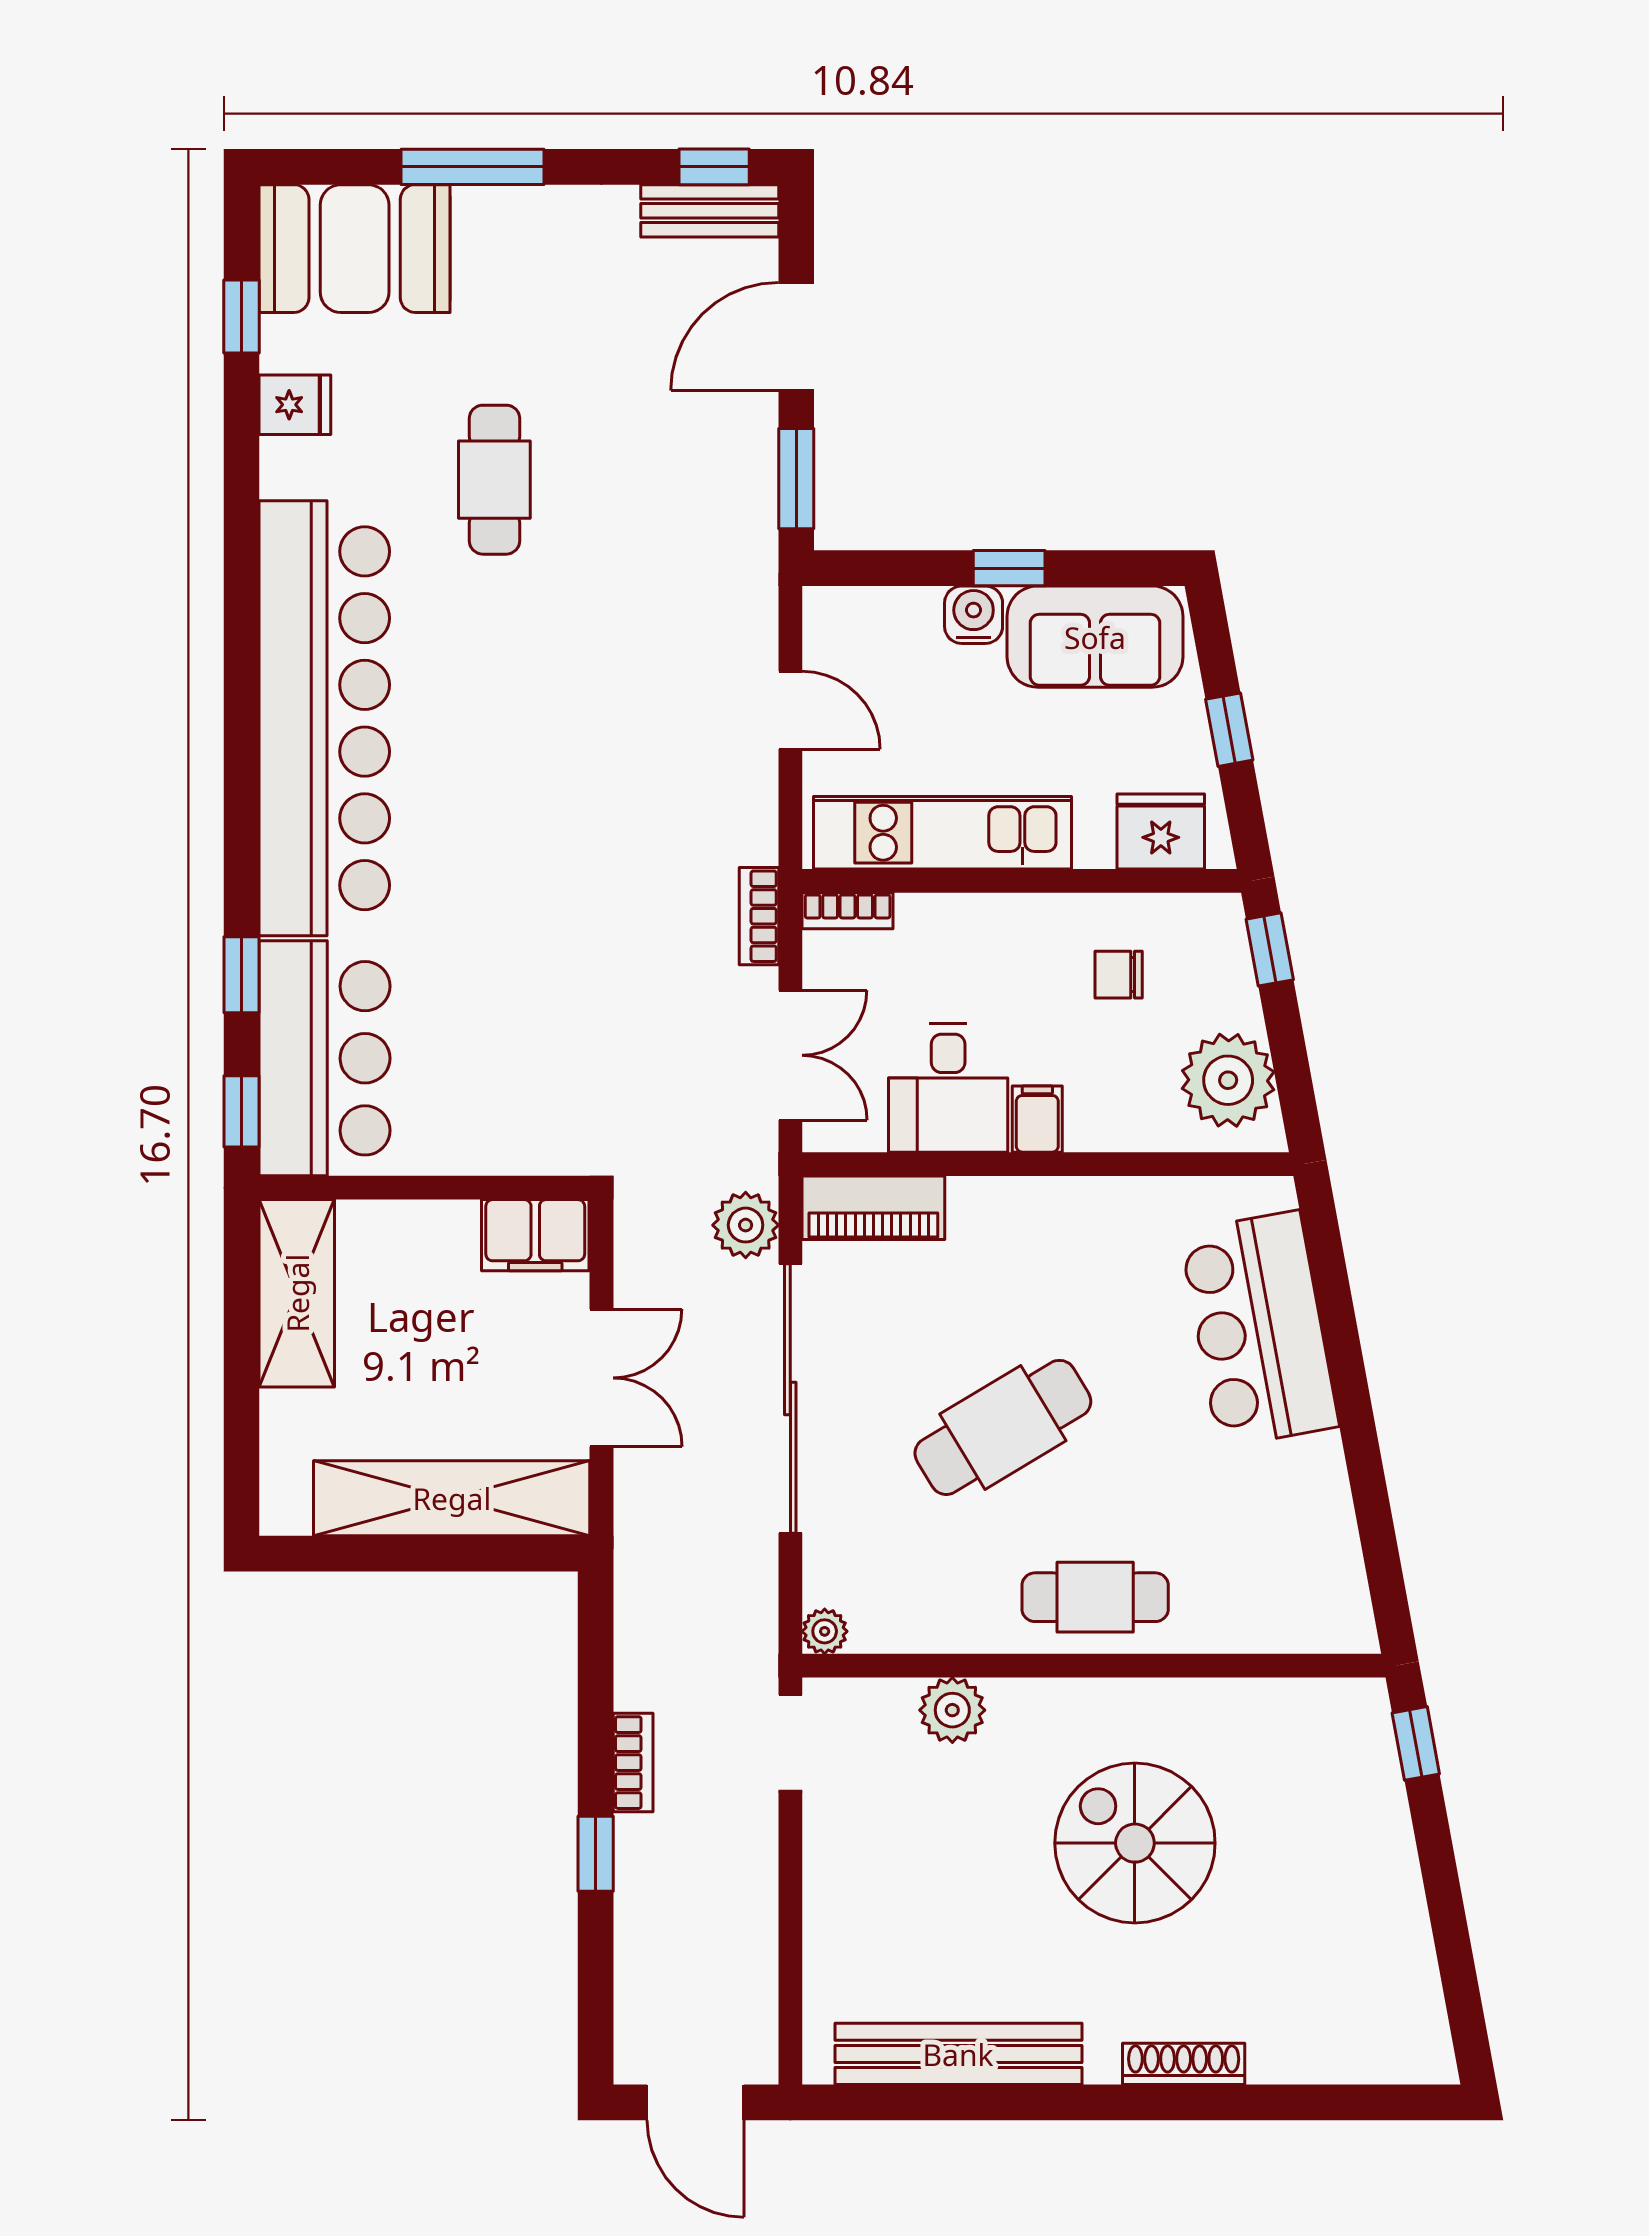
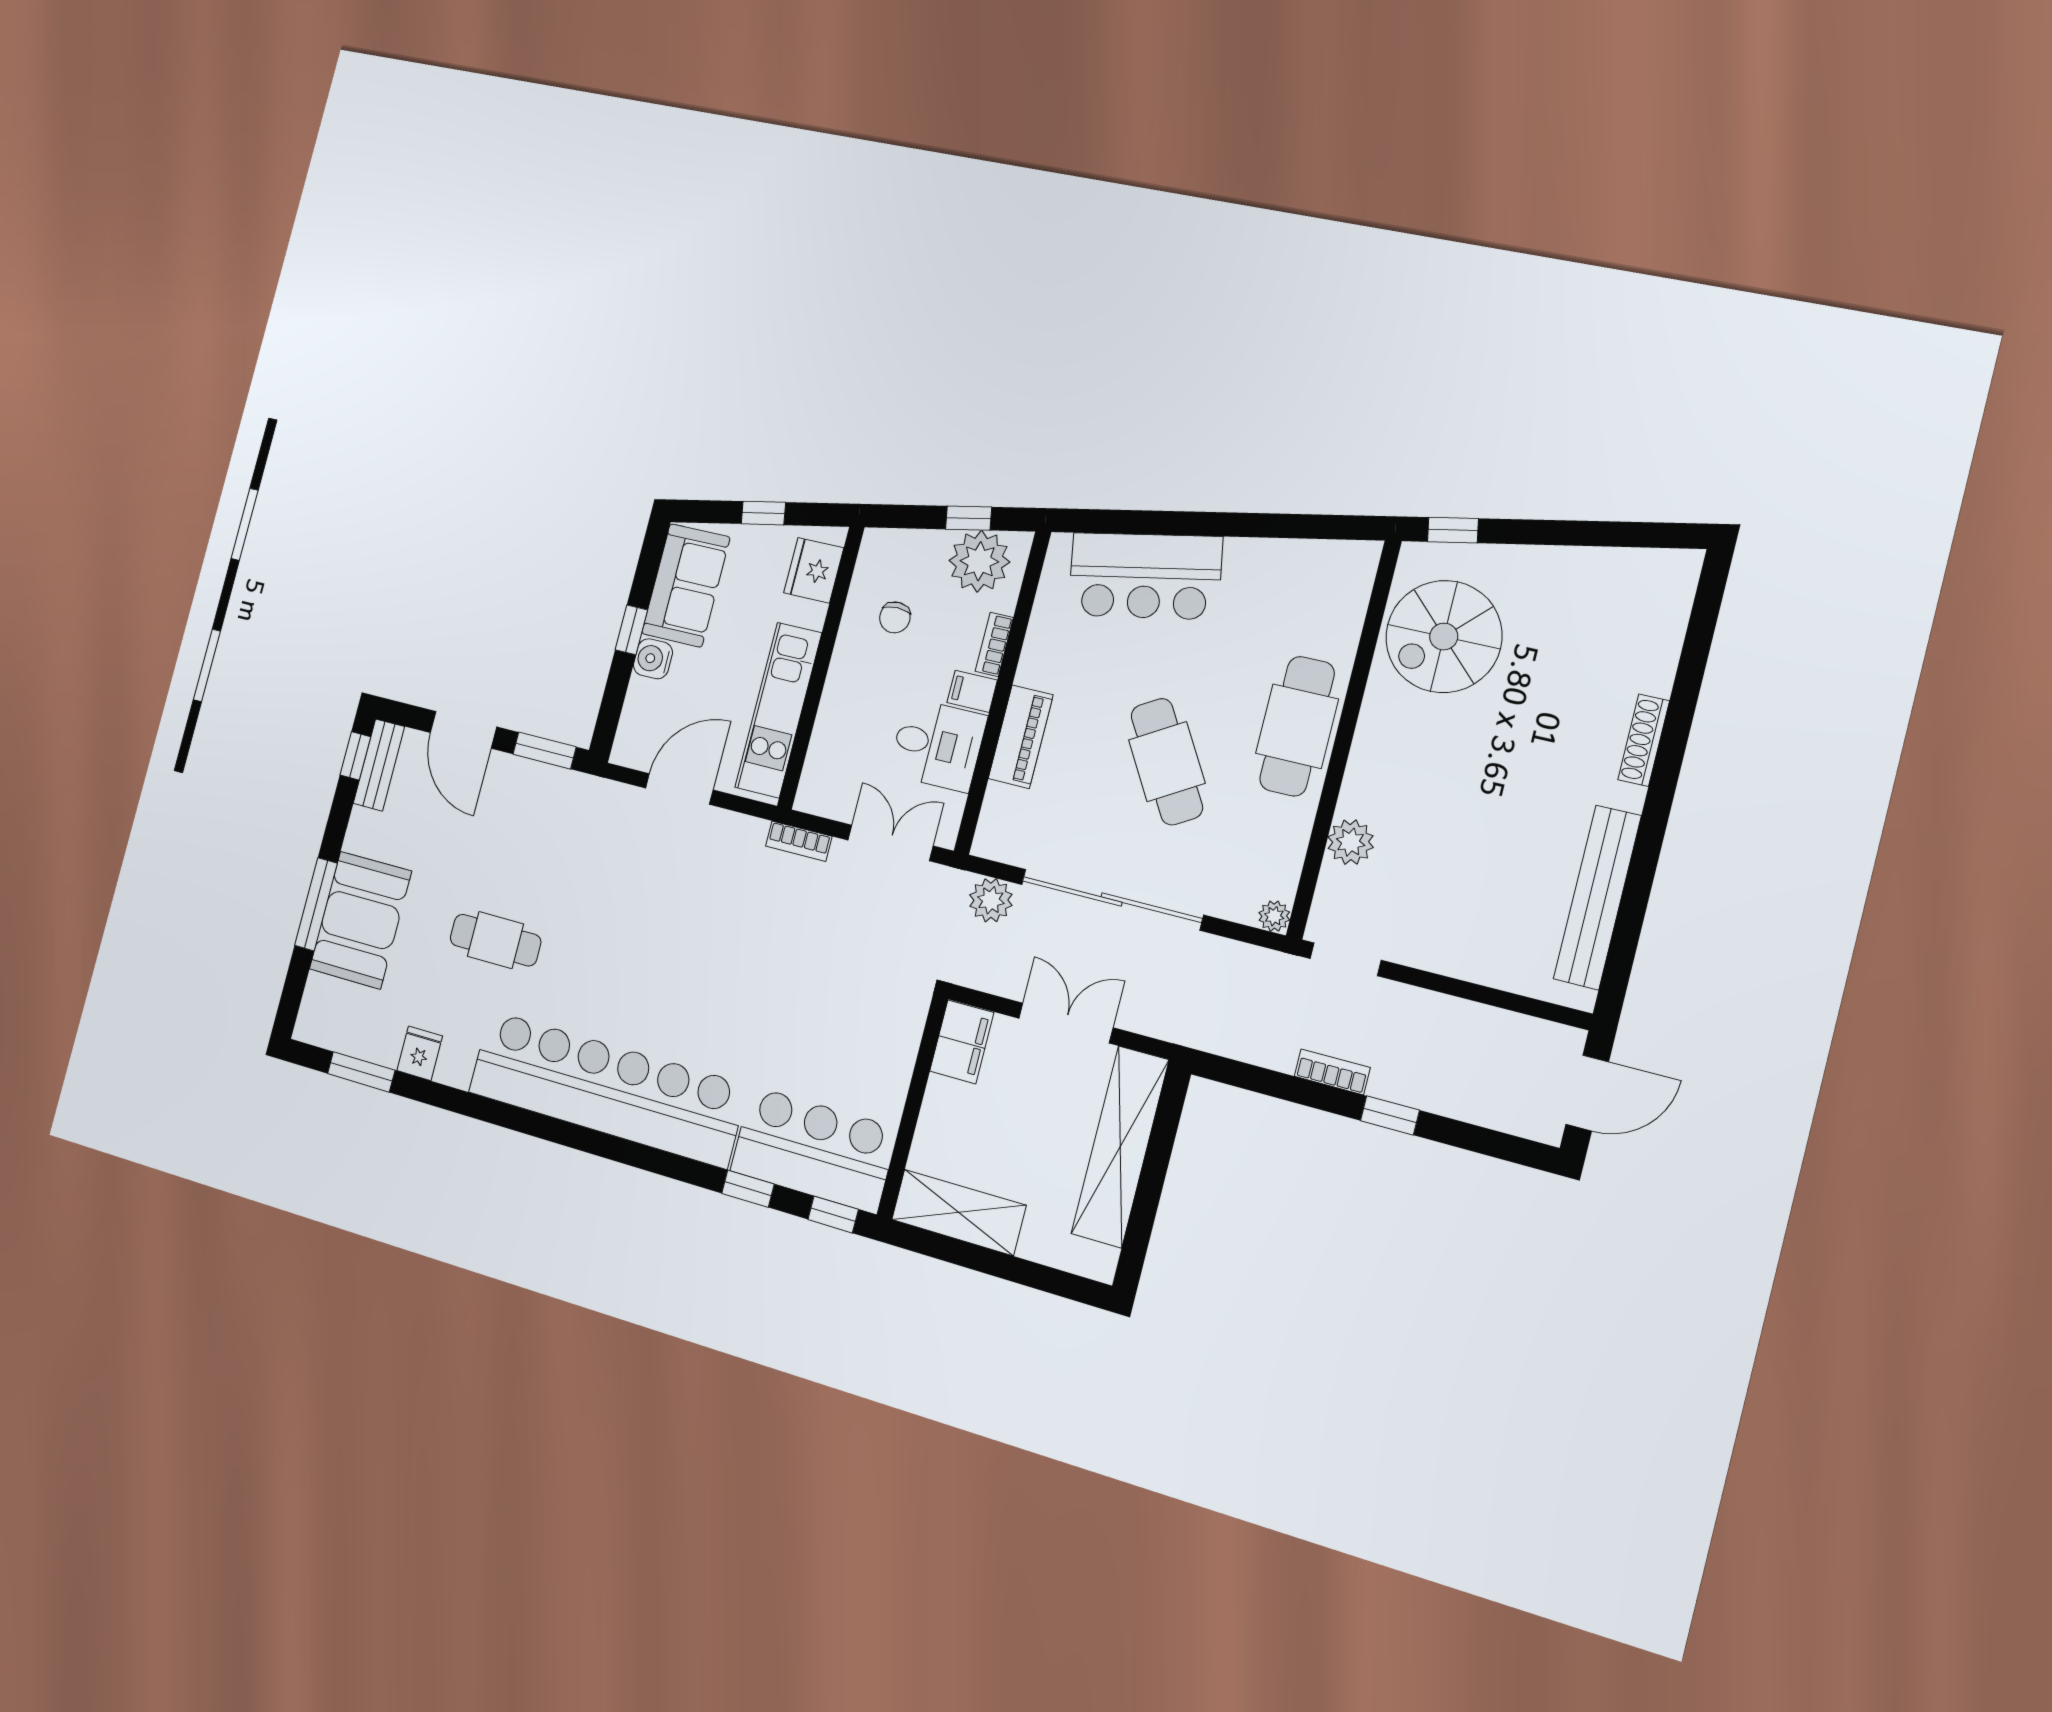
booth: (355, 249) -> (360, 920), moved
window: (242, 316) -> (361, 1072), width x1.50
door: (790, 710) -> (679, 789), width x1.38
bookcase: (848, 911) -> (994, 644), moved, turned 180
window: (1270, 949) -> (969, 518), moved
piano: (873, 1208) -> (1021, 737), moved
cafe table: (1095, 1597) -> (1297, 726), width x1.37, depth x1.35
spiral stairs: (1135, 1843) -> (1444, 637), moved

